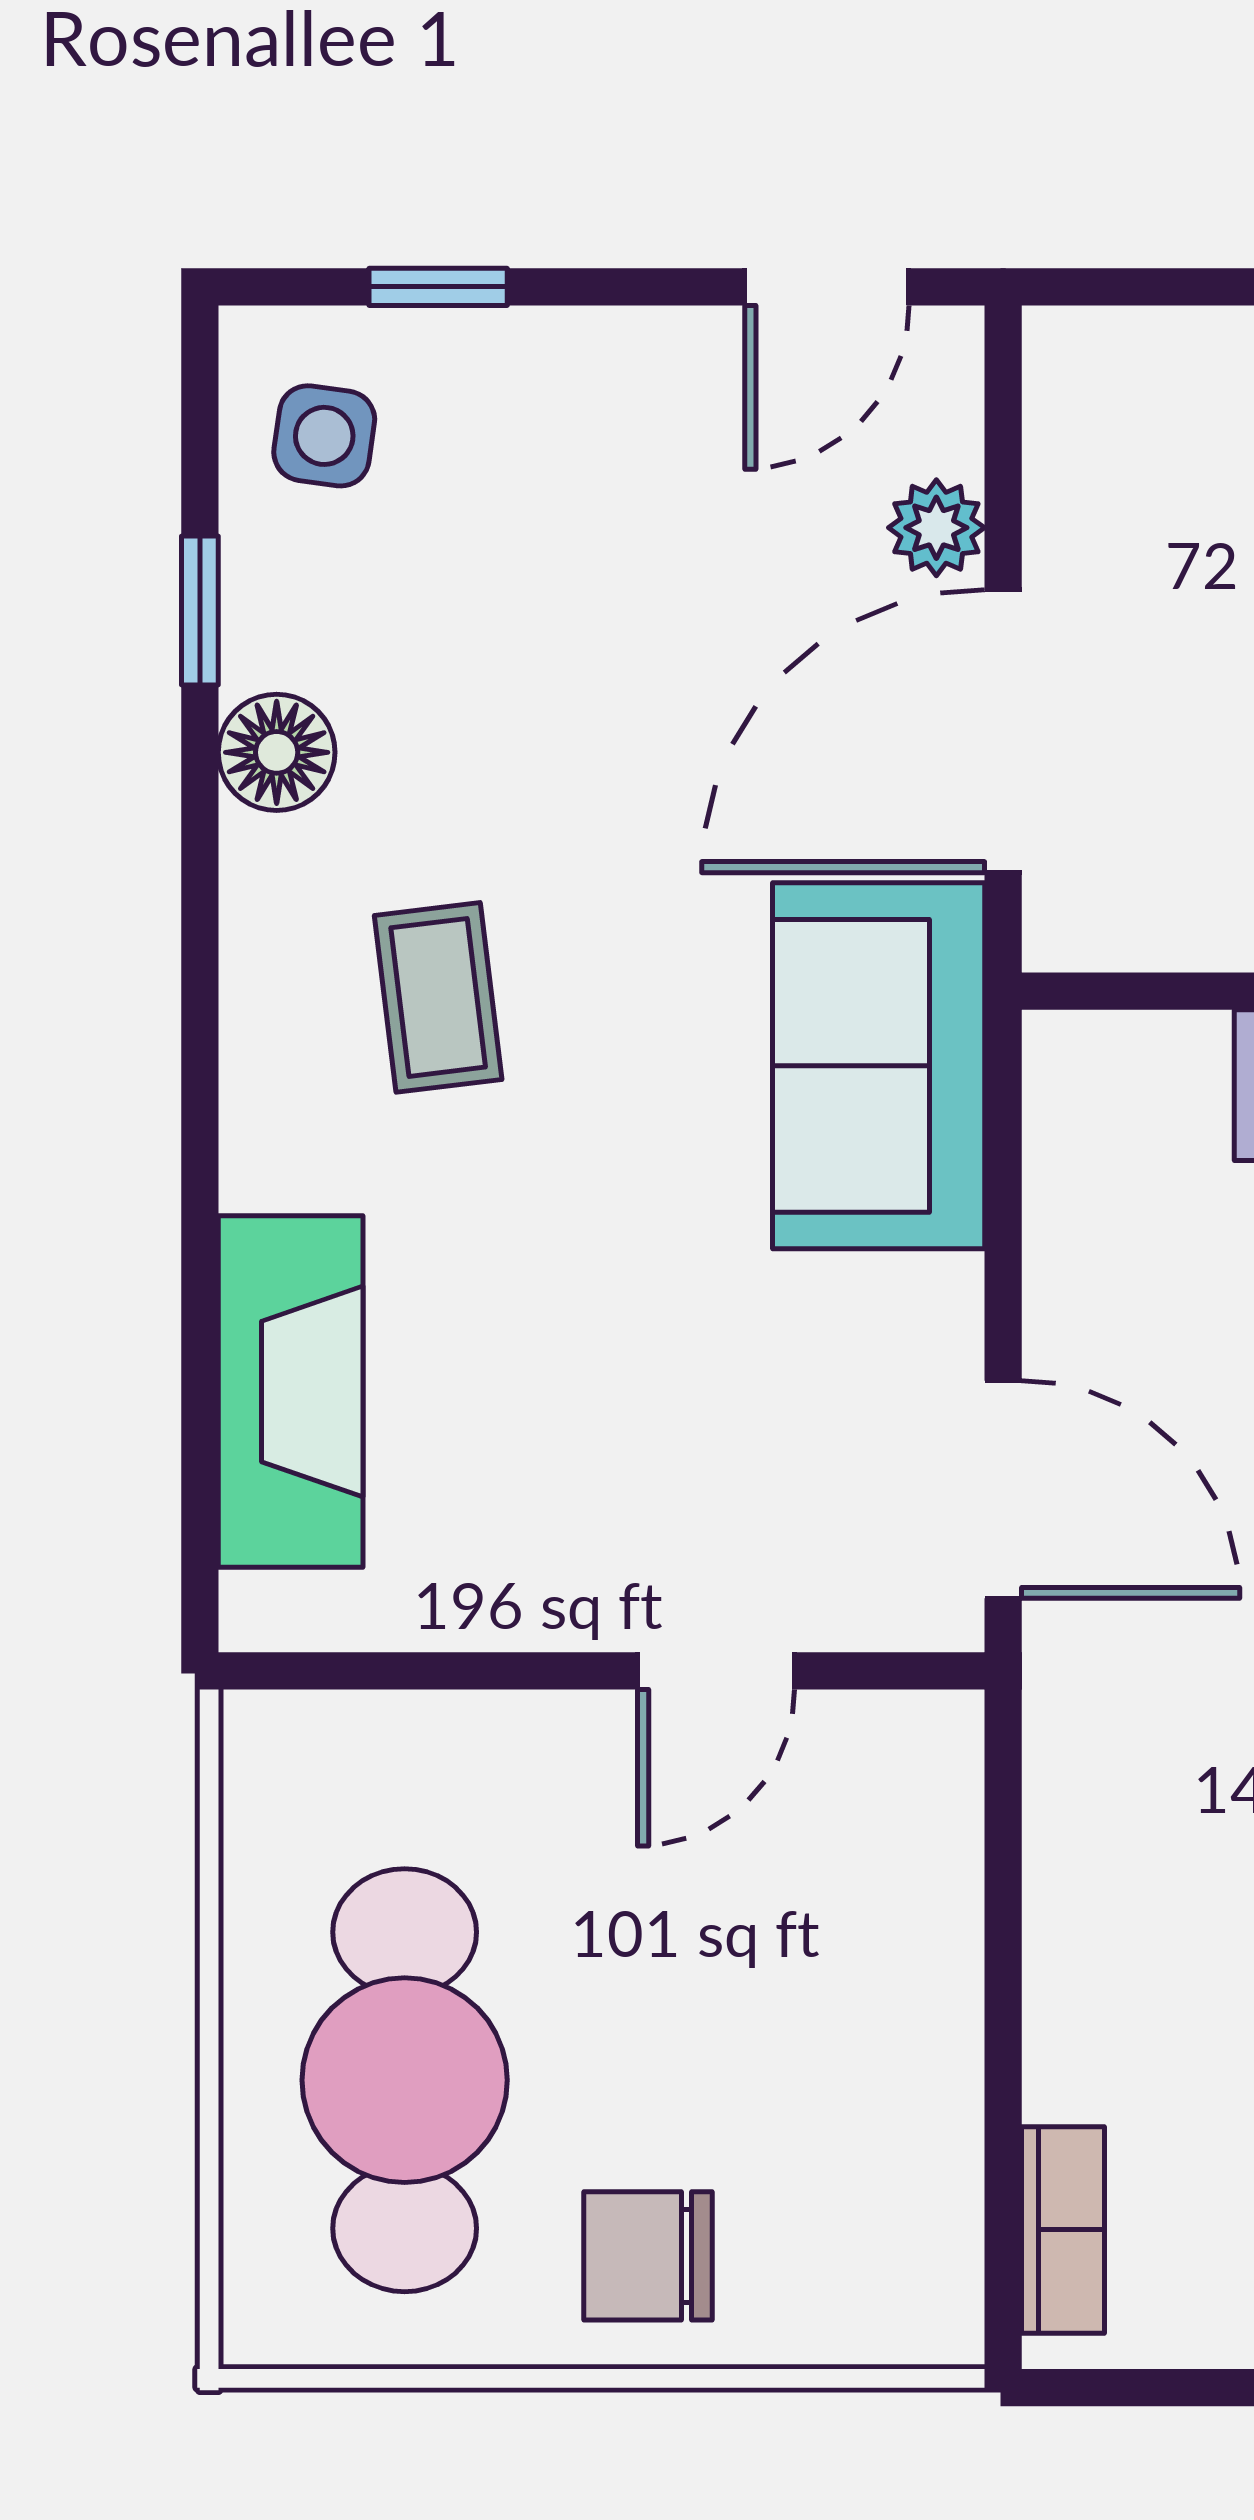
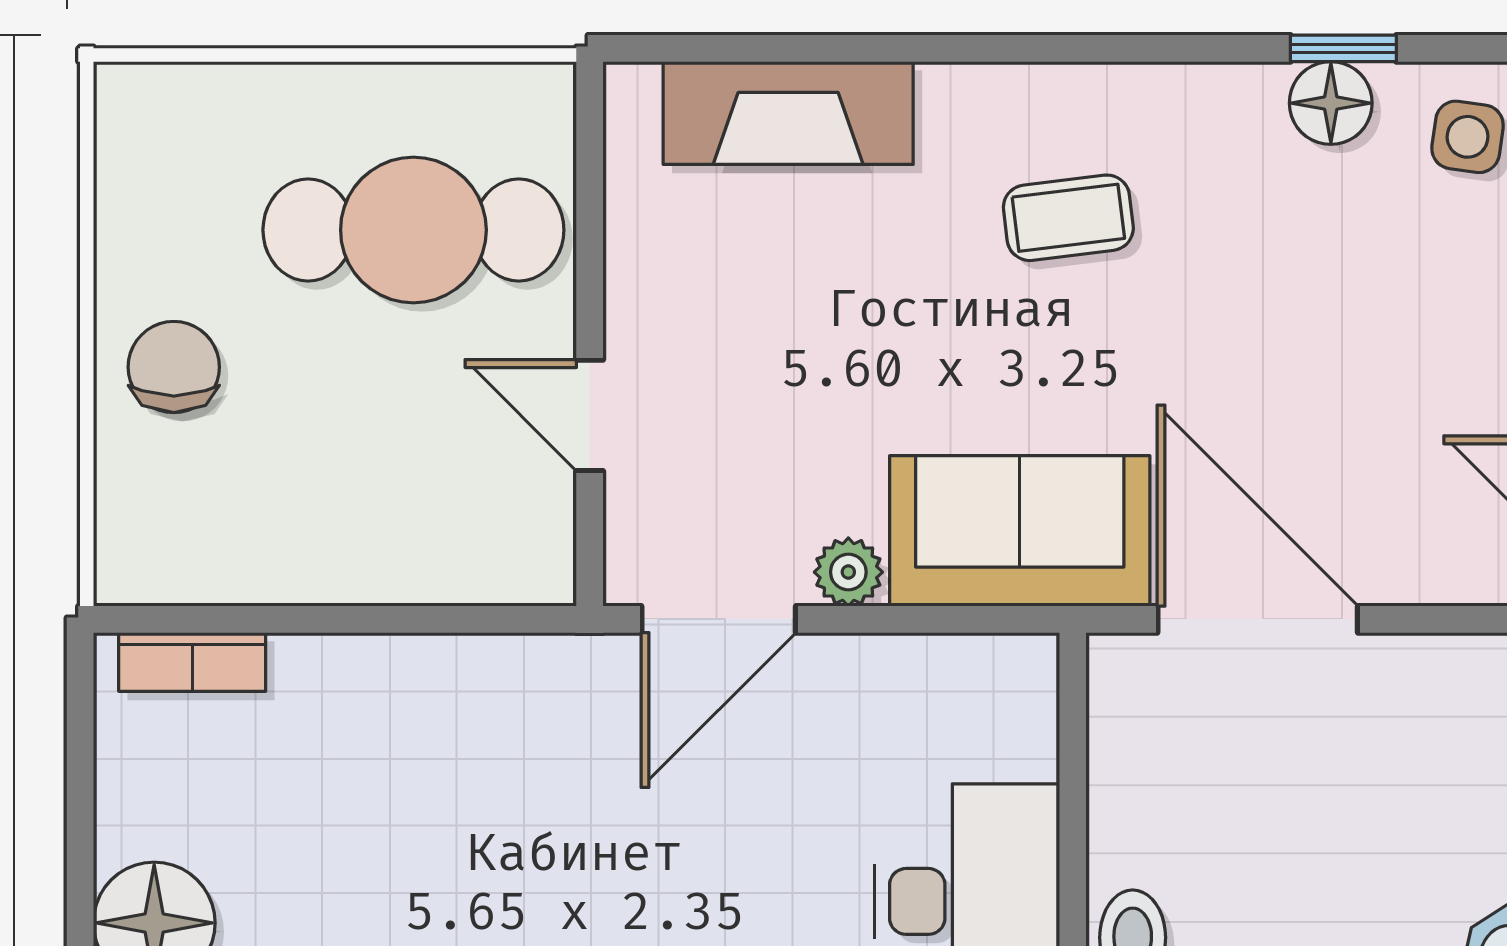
plant: (936, 528) -> (848, 572), moved
floor lamp: (277, 752) -> (1331, 103), moved
cafe table: (405, 2080) -> (413, 230), moved

